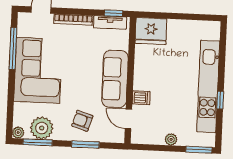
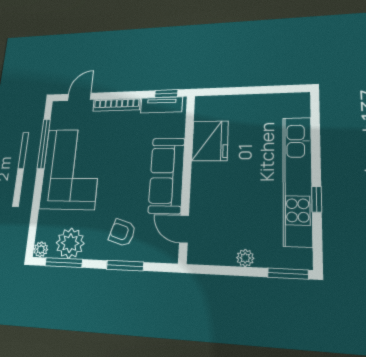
fridge: (151, 31) -> (210, 141), moved, turned -90
dishwasher: (141, 98) -> (202, 199), removed

